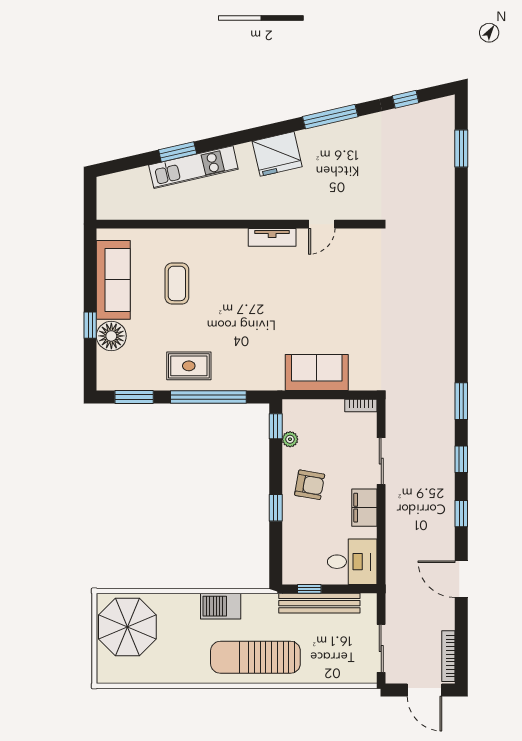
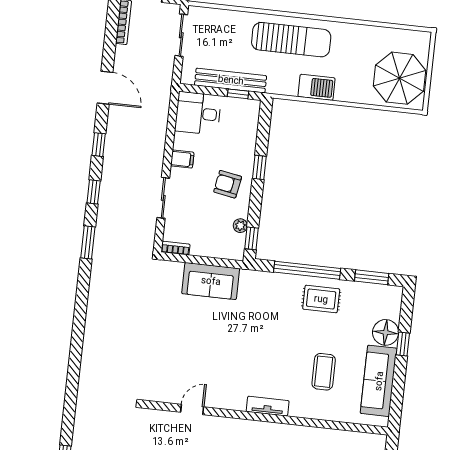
tv unit: (272, 237) -> (268, 406), moved
filing cabinet: (364, 508) -> (182, 159), width x0.50

